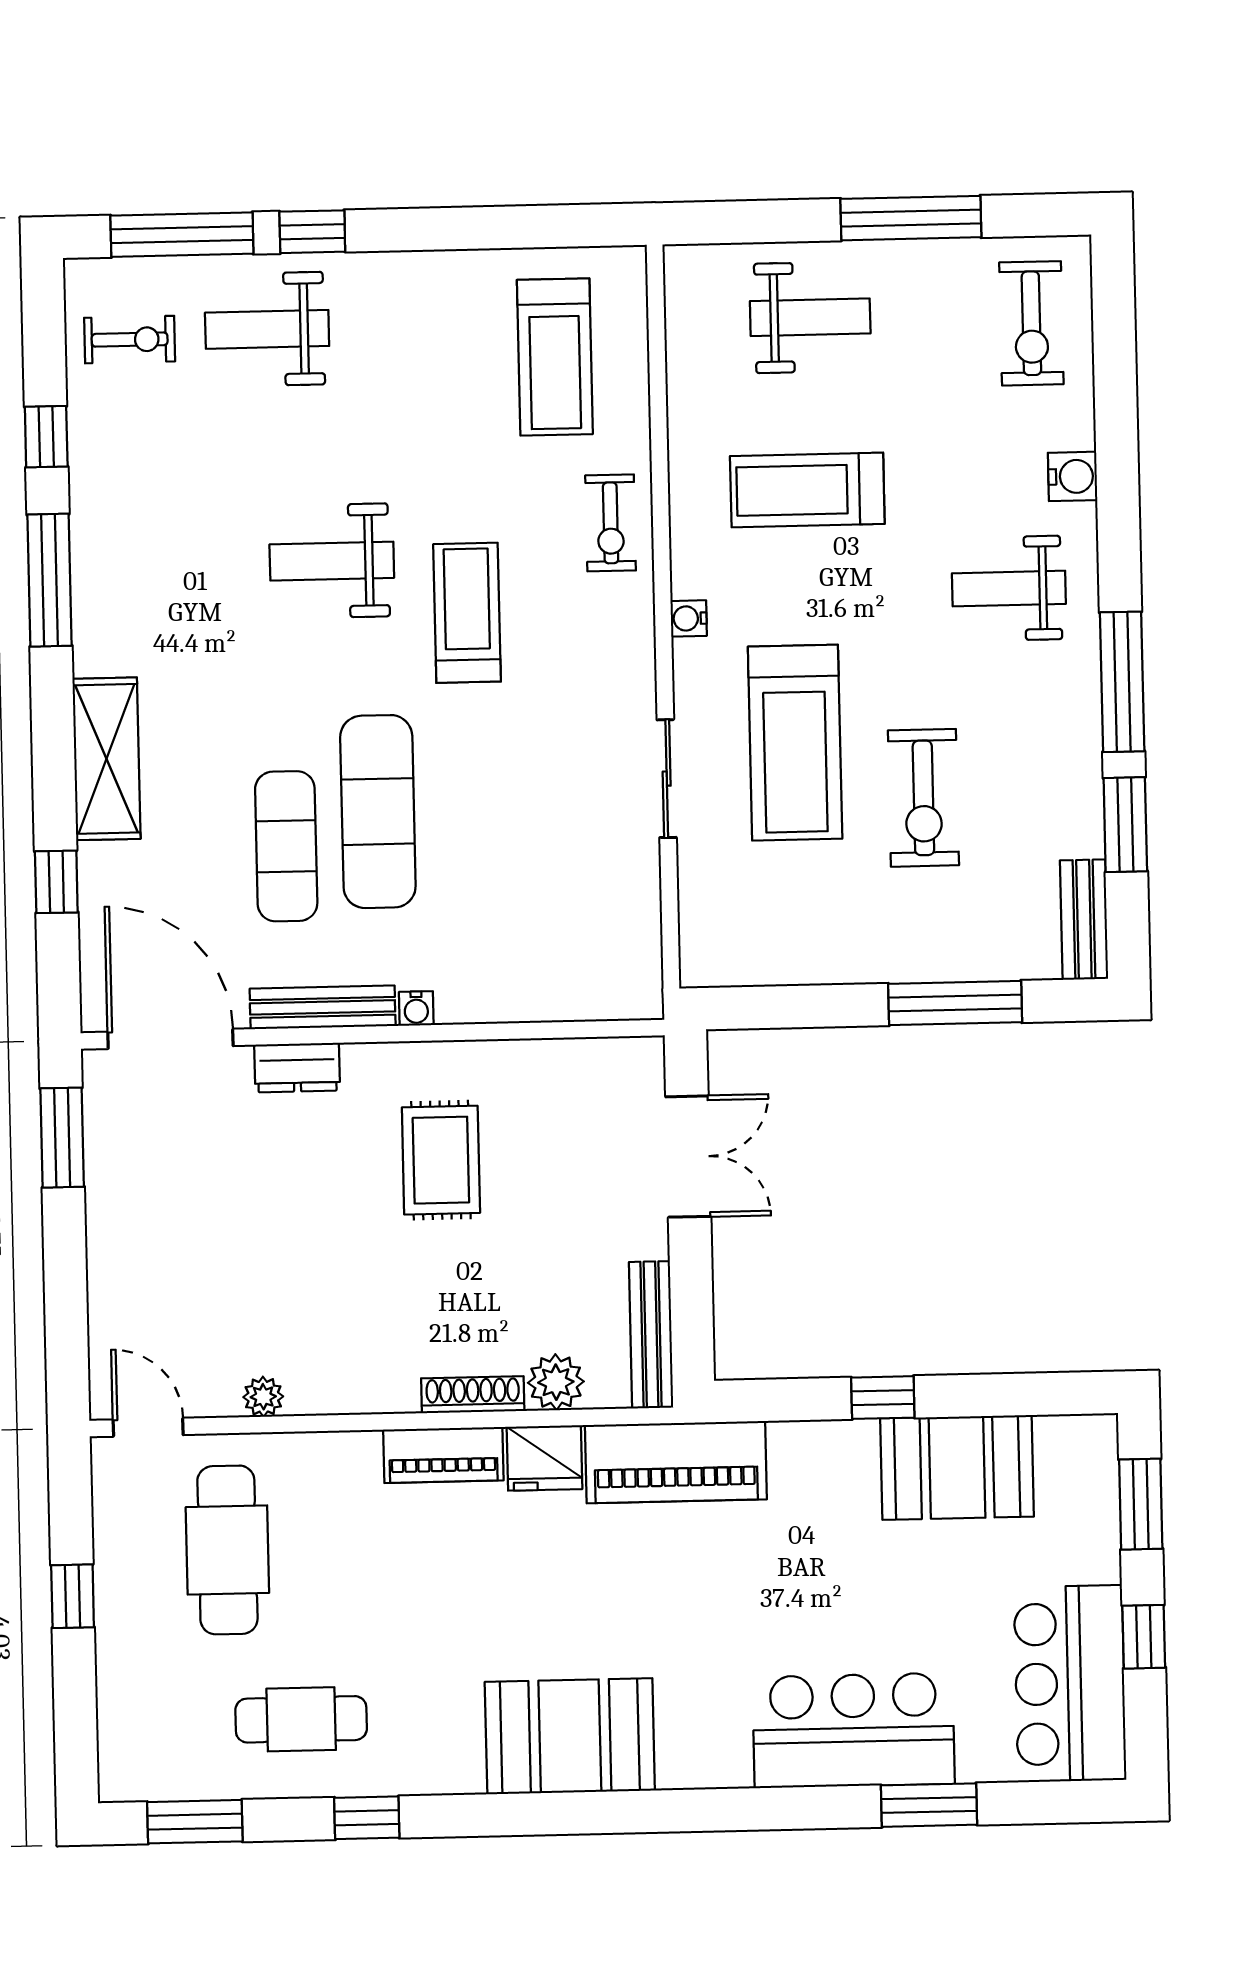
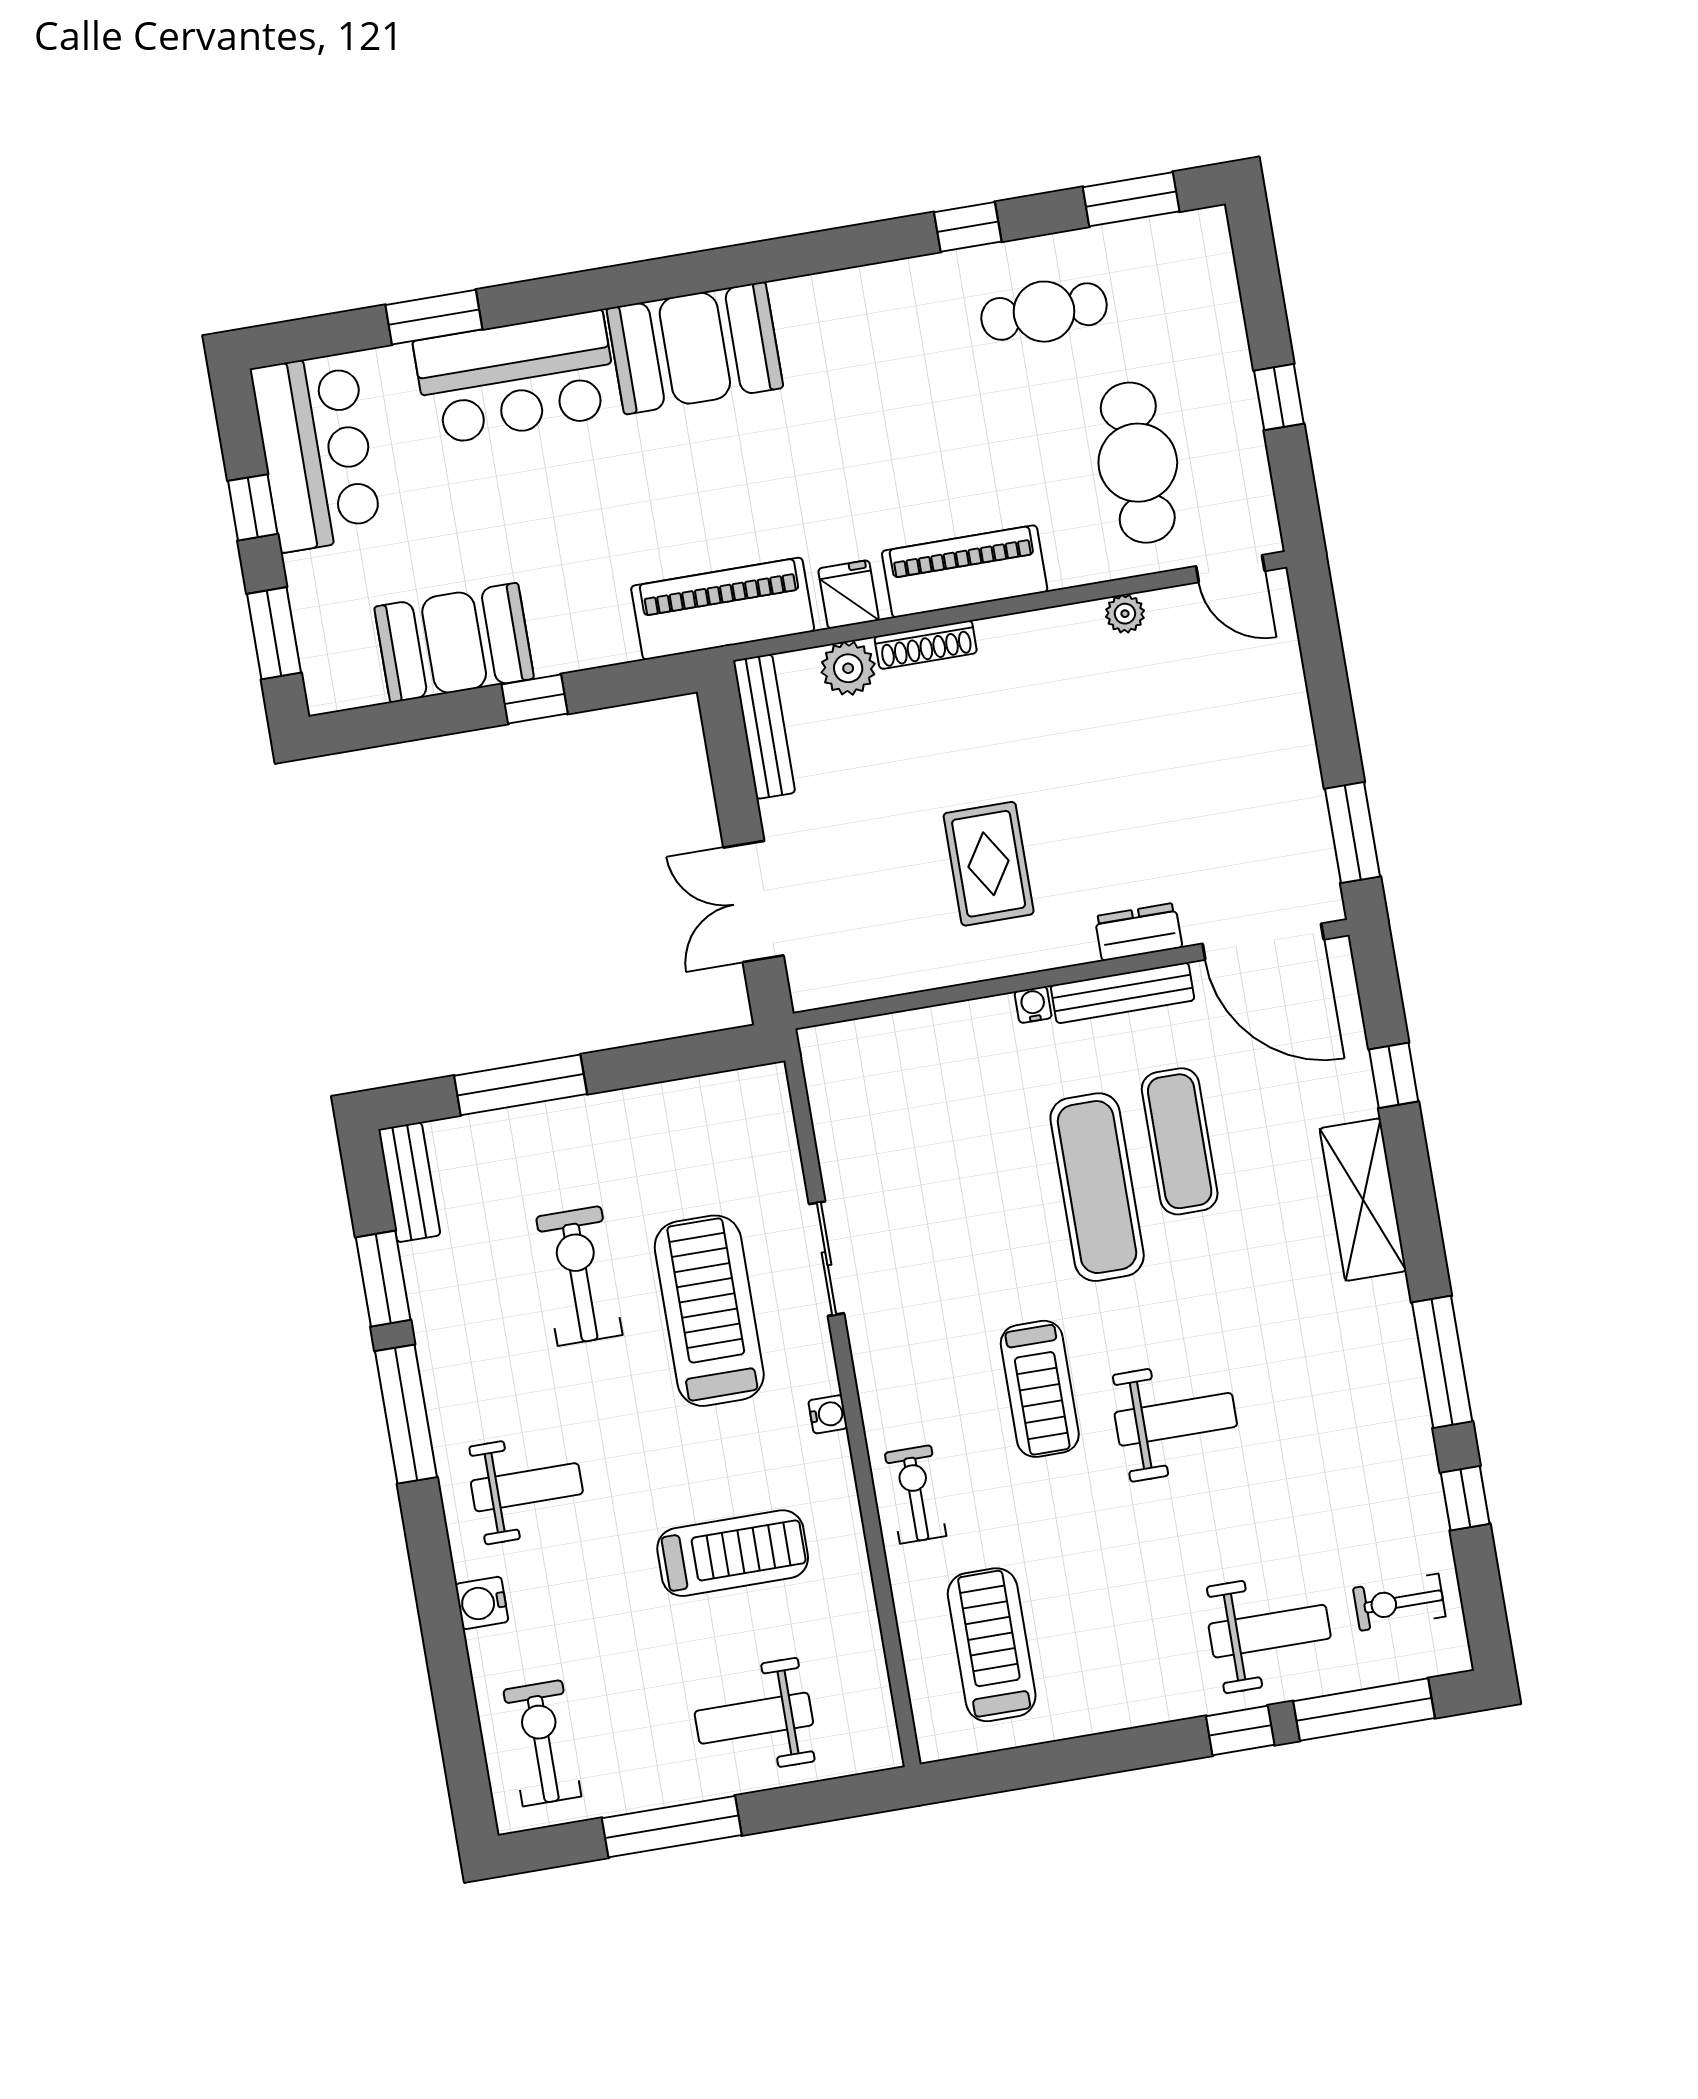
piano: (443, 1455) -> (965, 571), width x1.37, depth x1.33
fridge: (544, 1458) -> (849, 594), width x0.72
booth: (570, 1736) -> (695, 348), moved

